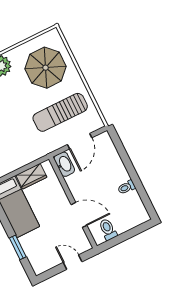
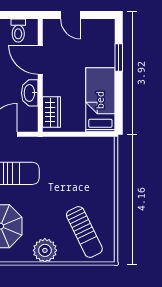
washbasin: (64, 164) -> (30, 93), moved
wardrobe: (31, 176) -> (52, 112), moved, turned 90

